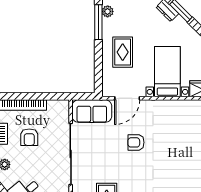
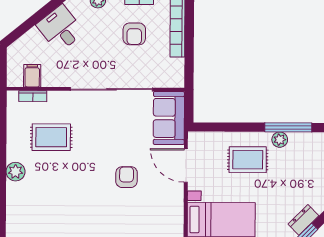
plant: (108, 11) -> (280, 140), moved
armchair: (29, 137) -> (134, 34), turned -90

